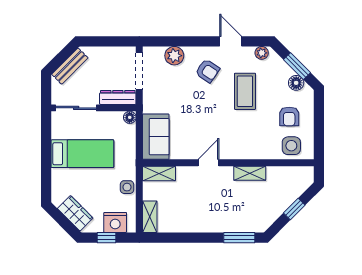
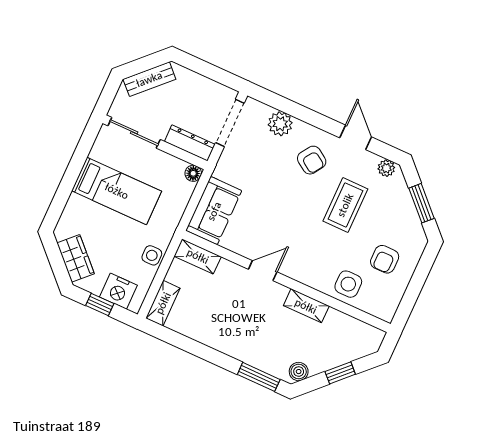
floor lamp: (296, 83) -> (411, 223), removed
side table: (291, 146) -> (348, 284), moved
boiler: (265, 221) -> (299, 372), added

